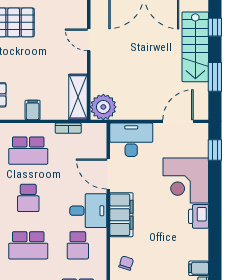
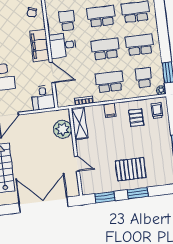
plant: (103, 107) -> (63, 129), moved
desk: (131, 140) -> (43, 98), width x0.73
school desk: (28, 198) -> (105, 49), width x1.85

